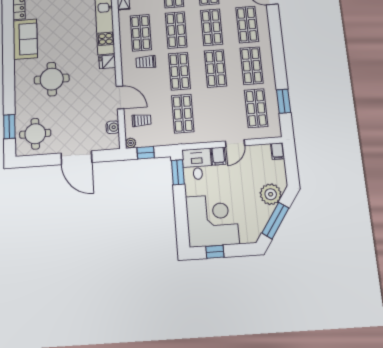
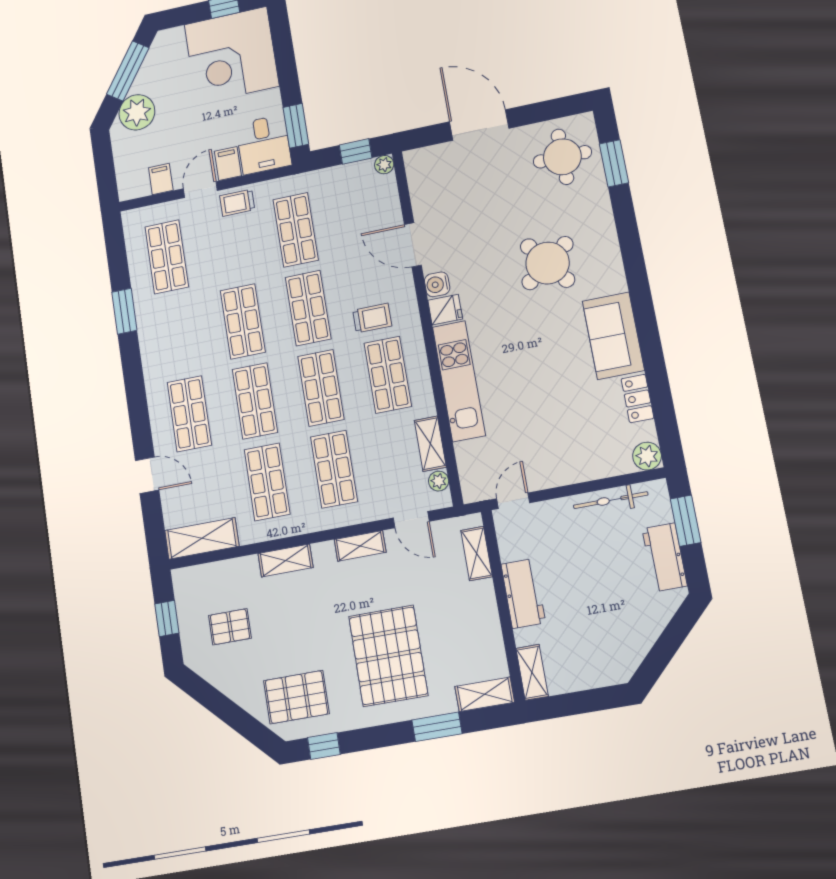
shop shelf: (252, 66) -> (178, 335), removed
round table: (52, 79) -> (548, 263), turned -37
window: (284, 101) -> (124, 311), moved
trolley: (142, 120) -> (237, 203), moved
water cooler: (113, 127) -> (437, 284), moved
filing cabinet: (278, 151) -> (161, 179), moved

